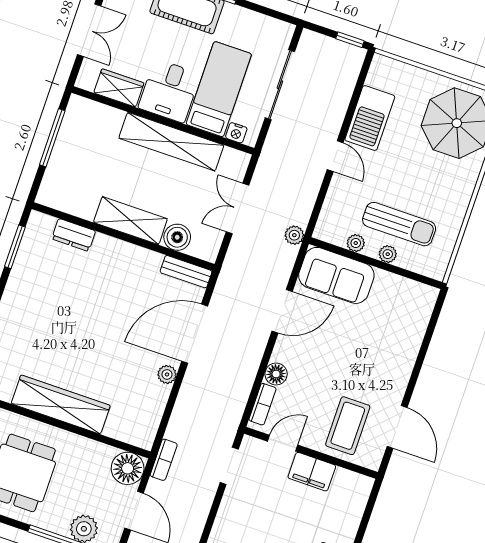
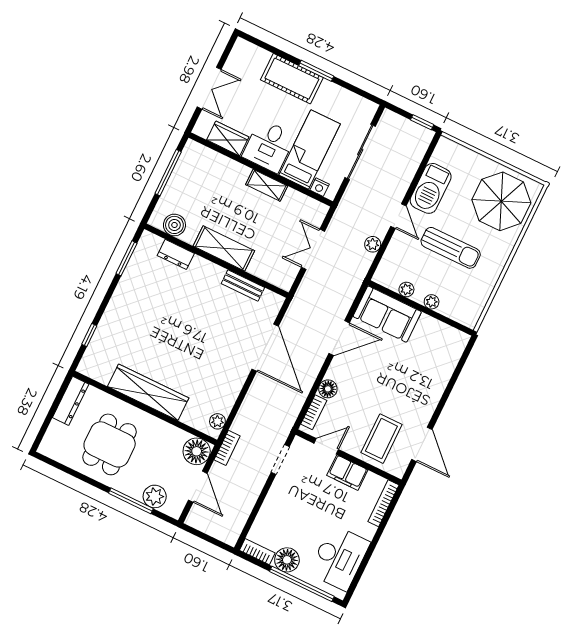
shelving: (171, 142) -> (267, 185), width x0.45, depth x0.75
sun lounger: (399, 224) -> (451, 248), moved
plant: (294, 235) -> (373, 244), moved
boiler: (177, 237) -> (174, 225), moved
bench: (186, 272) -> (243, 285), moved
door: (195, 334) -> (265, 348), swing flipped
plant: (167, 374) -> (217, 421), moved
bookcase: (360, 503) -> (383, 503), added

